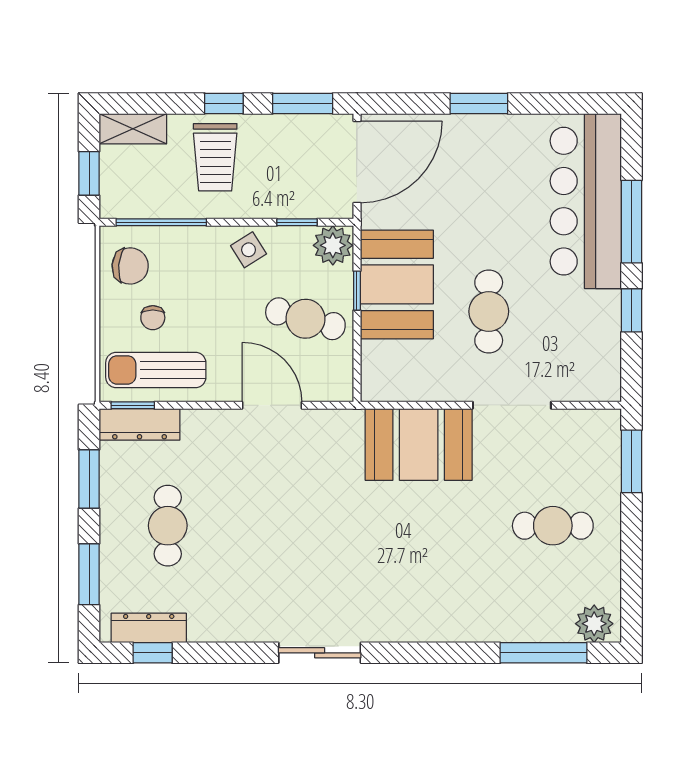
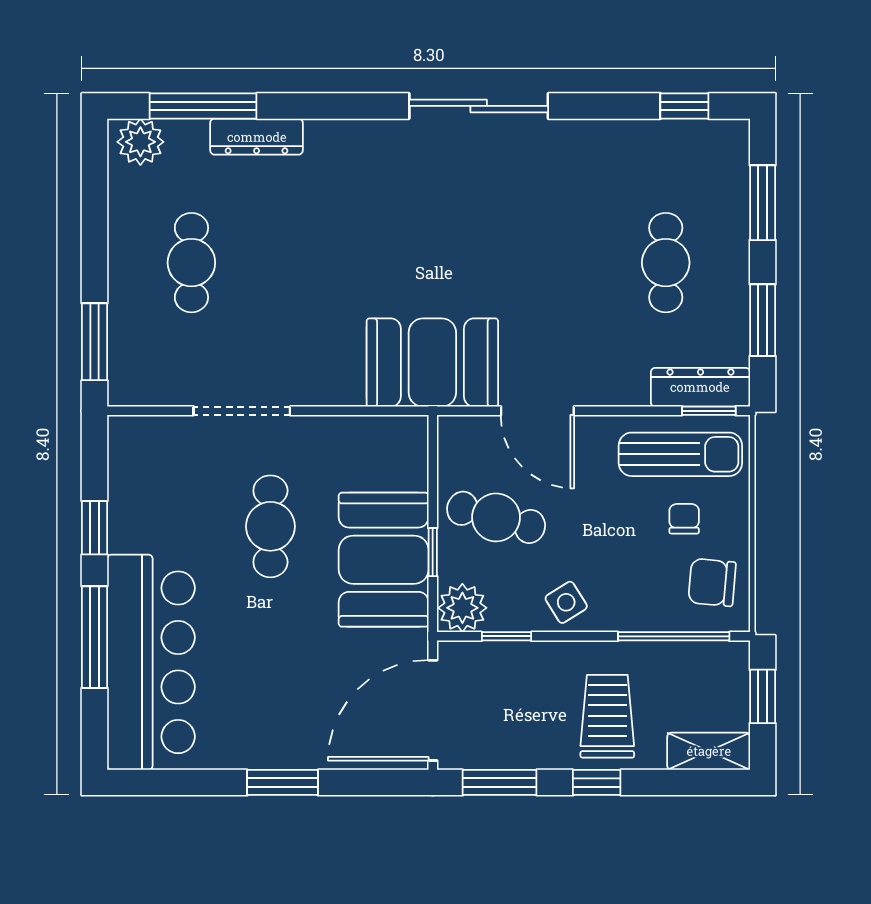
booth: (419, 445) -> (432, 363), moved
cafe table: (553, 526) -> (191, 263), turned 90
dresser: (149, 628) -> (257, 137), moved
sliding door: (320, 653) -> (479, 106), width x1.37

